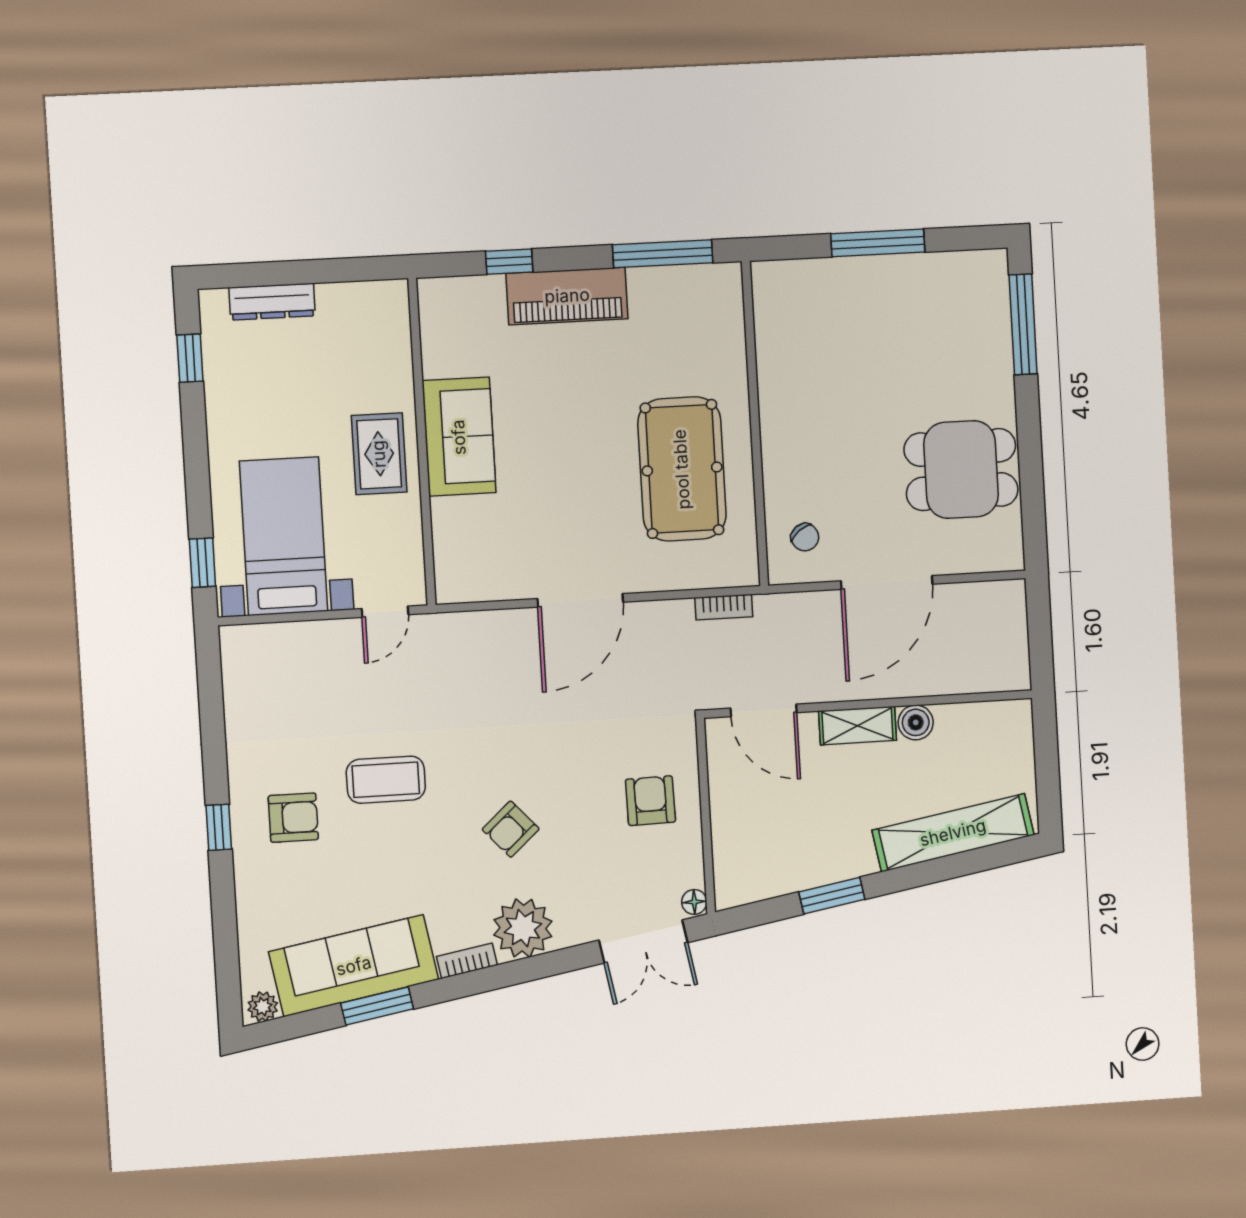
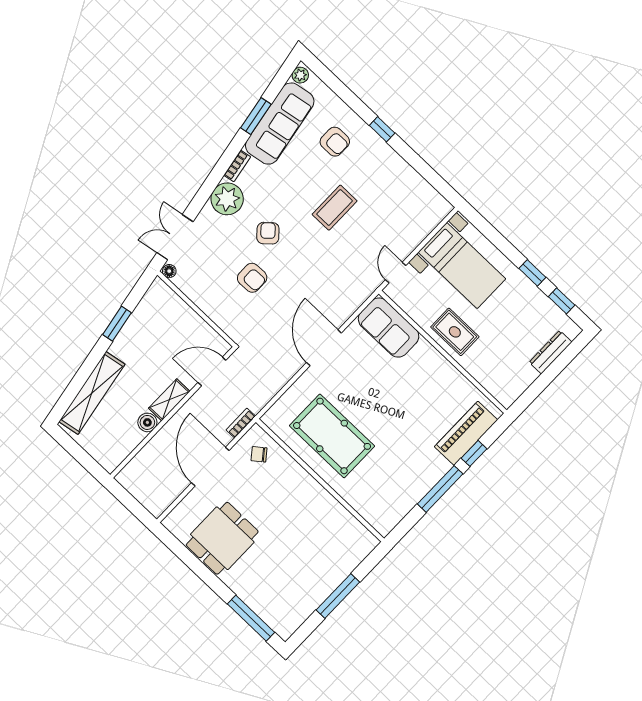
window: (663, 254) -> (440, 489), moved
piano: (567, 296) -> (466, 433), moved
sofa: (459, 437) -> (389, 328), moved
window: (202, 563) -> (532, 273), moved
bookcase: (724, 607) -> (241, 423), moved
armchair: (650, 801) -> (252, 278), moved
armchair: (293, 818) -> (335, 142), moved, turned -90

